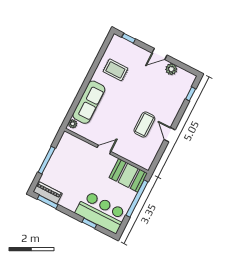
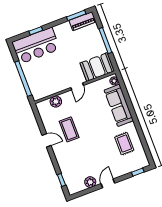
rug: (115, 70) -> (124, 144), turned 90
plant: (132, 156) -> (56, 102), added
booth: (128, 175) -> (97, 67), moved

